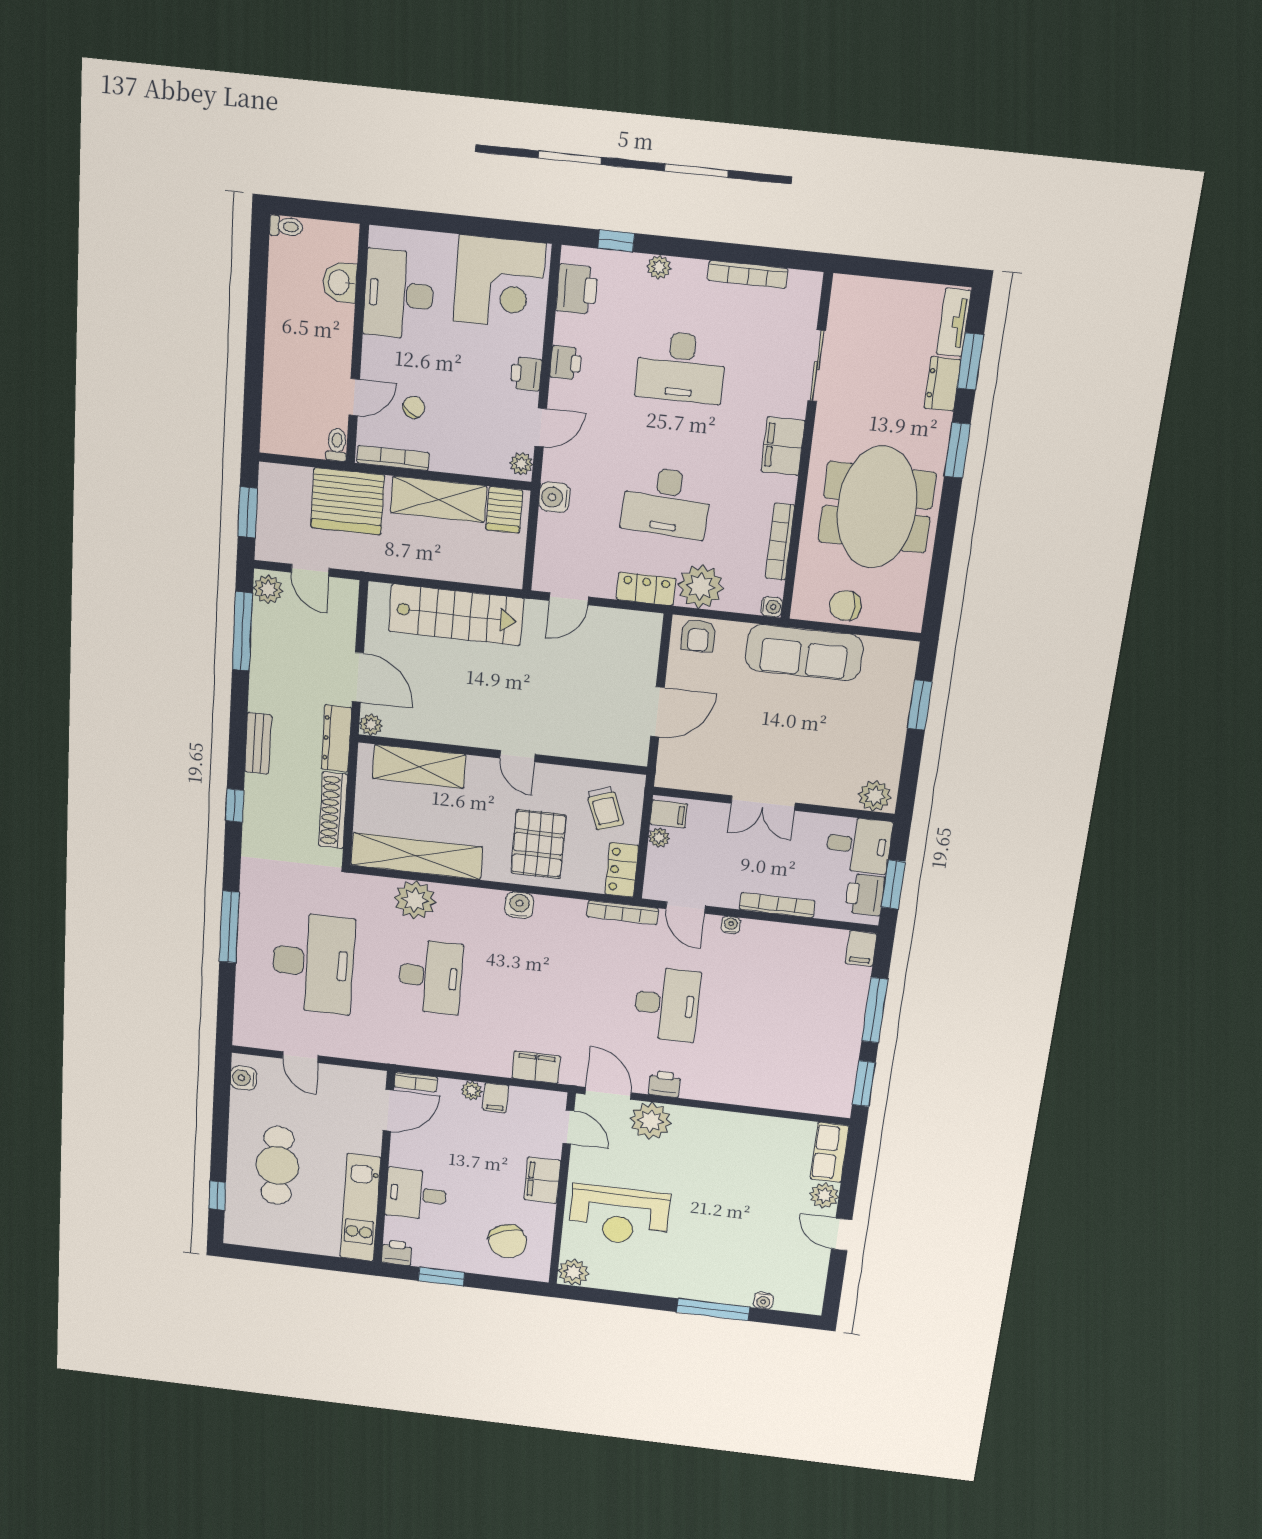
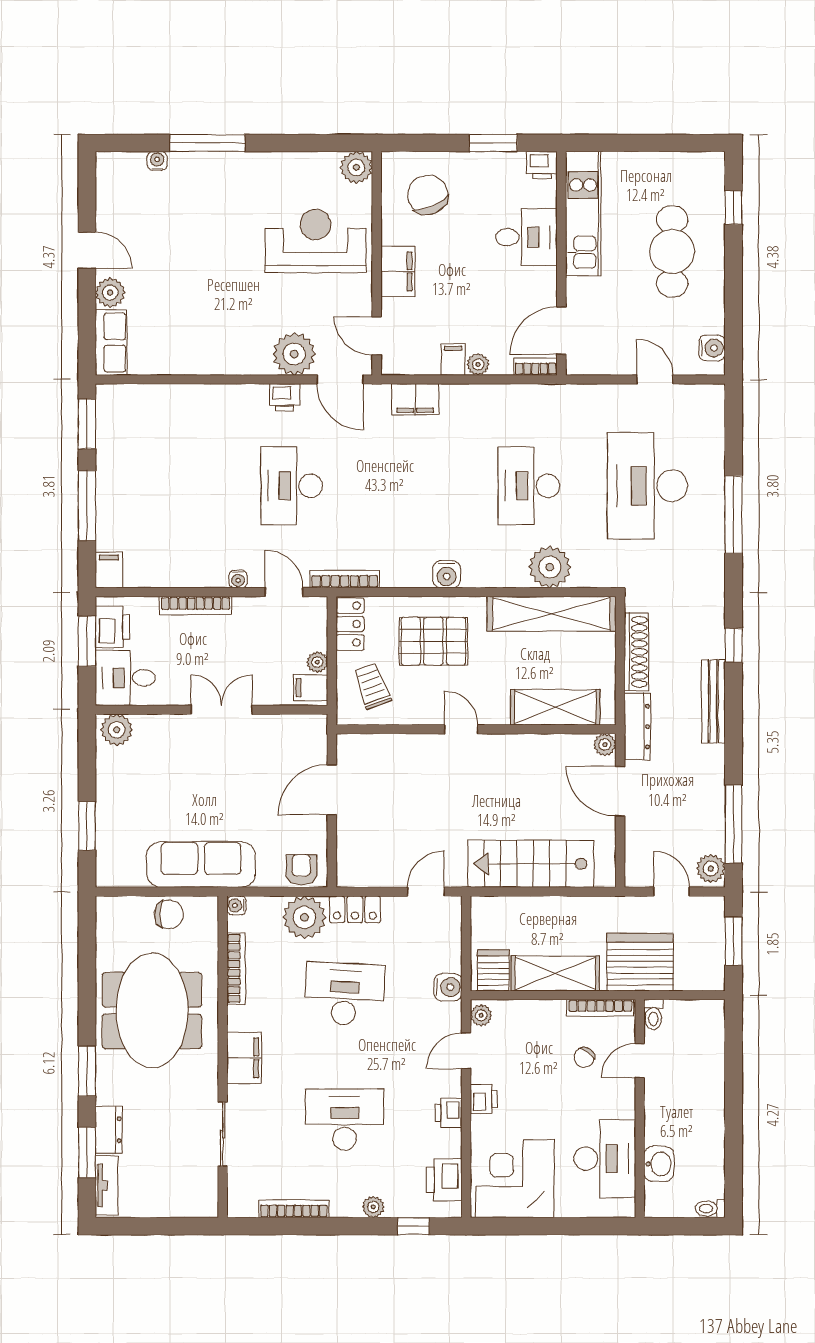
bench: (258, 743) -> (713, 701), width x1.36
pallet: (538, 844) -> (433, 641), turned 90

